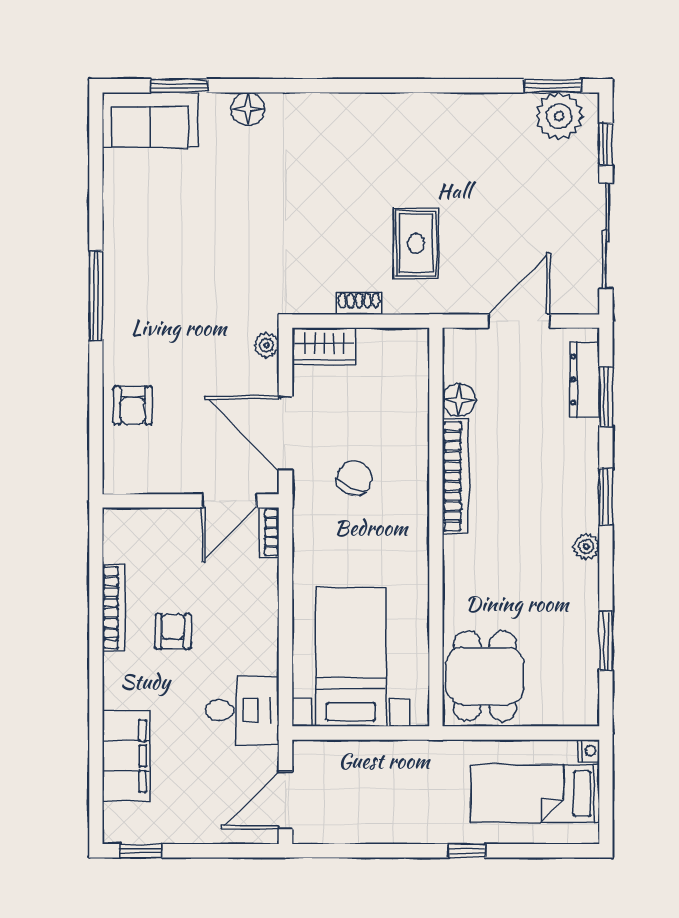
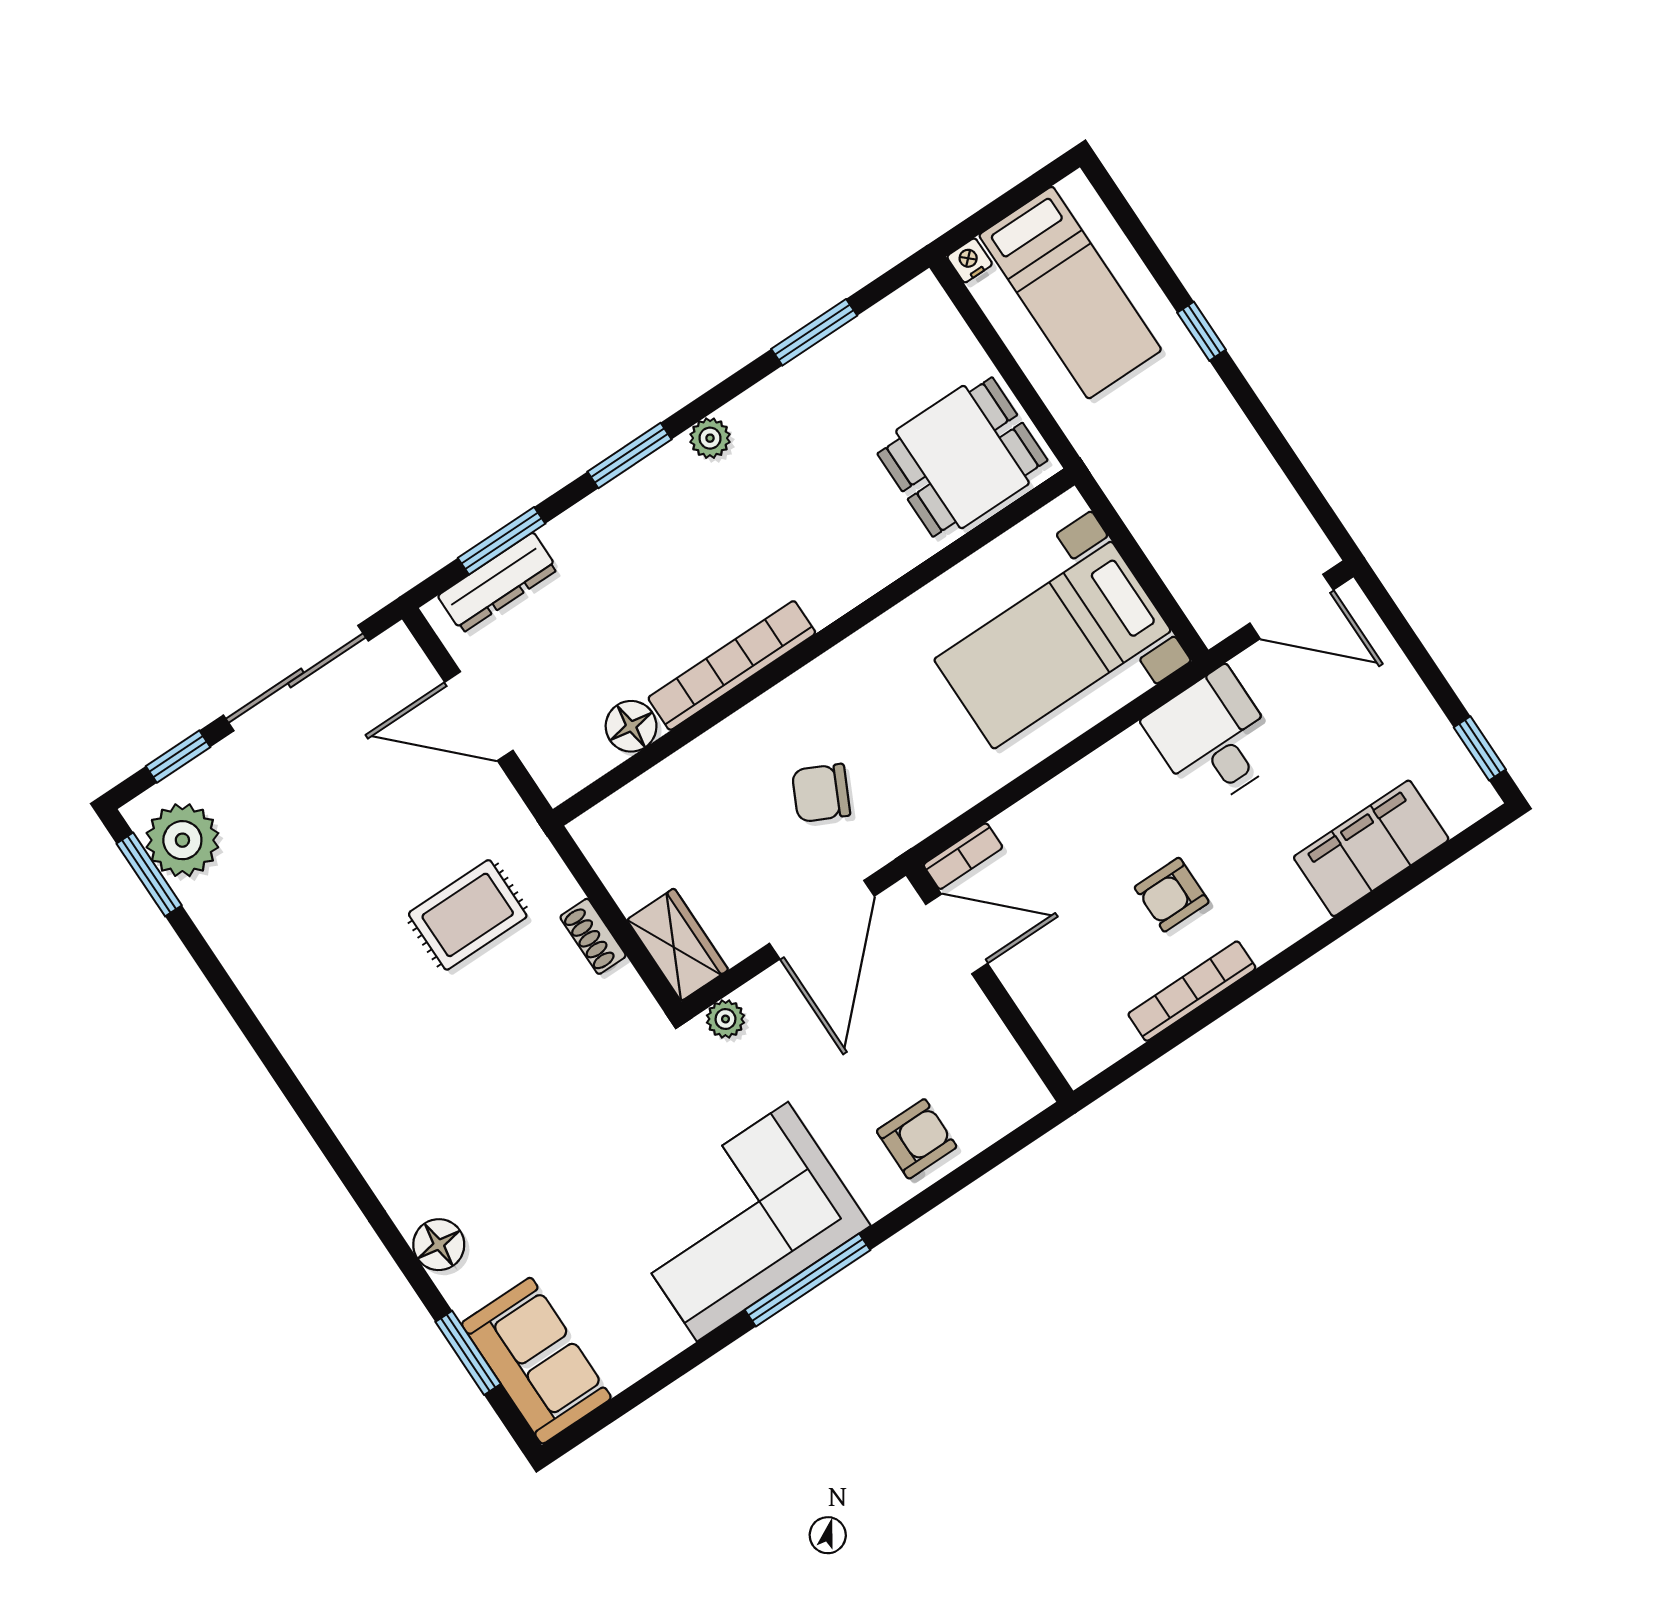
corner sofa: (151, 281) -> (743, 1222), added

